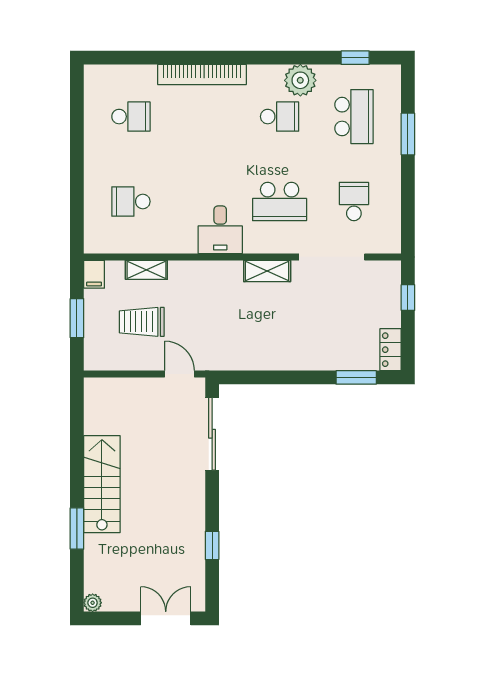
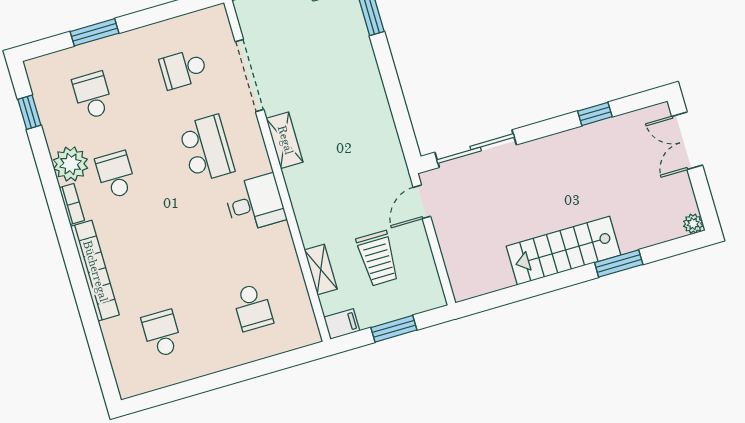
bookcase: (265, 71) -> (72, 204), added
school desk: (354, 117) -> (93, 95), width x0.54

